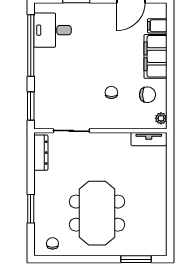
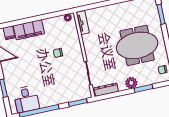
chair: (147, 95) -> (54, 30), removed
plant: (43, 192) -> (131, 83), added

